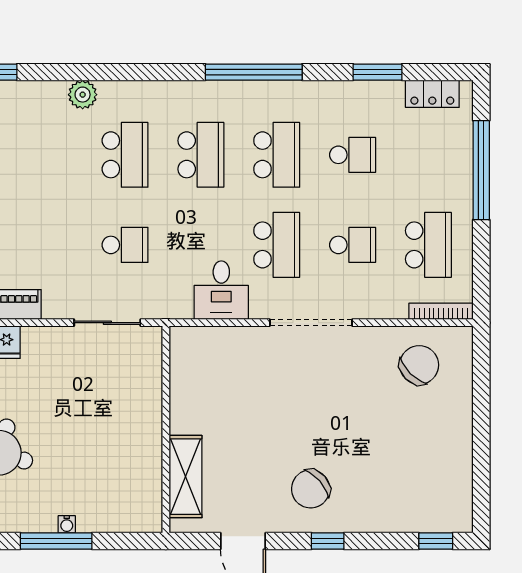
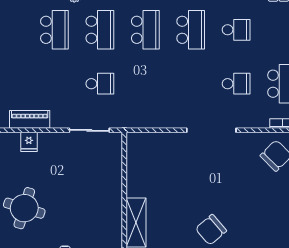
school desk: (277, 245) -> (54, 30), moved
desk: (221, 290) -> (158, 111), removed

